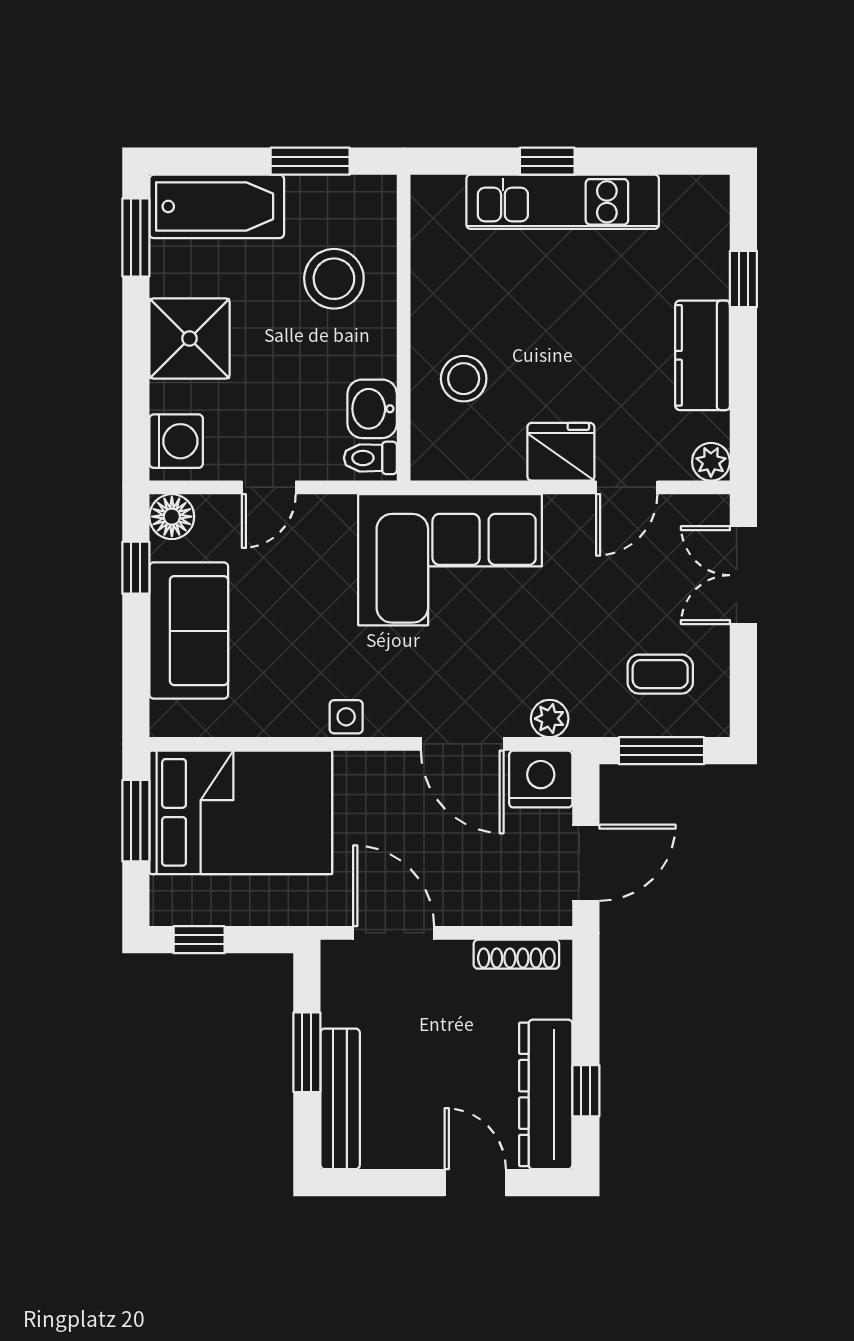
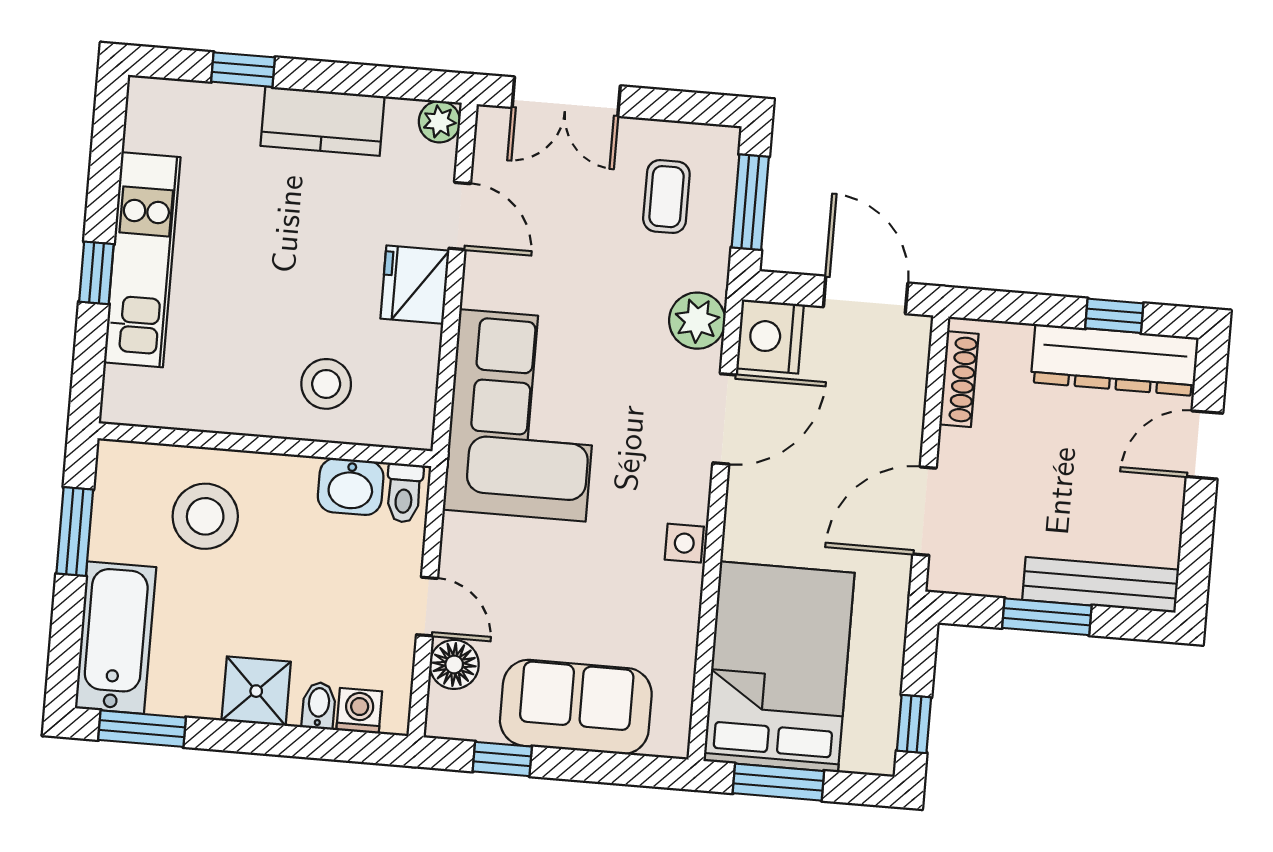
shower: (189, 338) -> (256, 691), width x0.73, depth x0.73
bidet: (170, 397) -> (319, 706), added
washing machine: (176, 441) -> (359, 711), width x0.73, depth x0.73
floor lamp: (172, 517) -> (454, 664), moved
plant: (550, 719) -> (697, 321), width x1.38, depth x1.38

